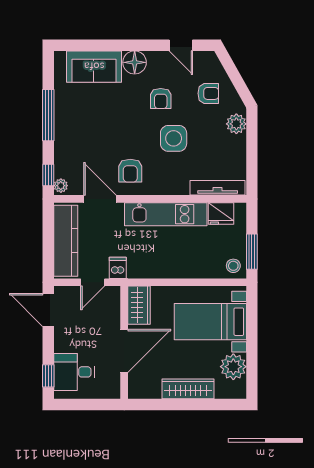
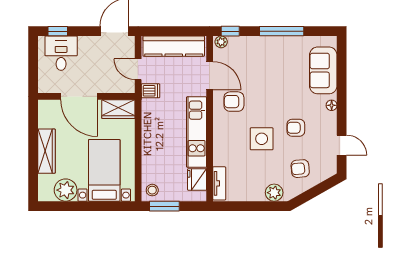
door: (181, 45) -> (342, 145), swing flipped
floor lamp: (135, 62) -> (332, 105), width x0.53, depth x0.53
armchair: (208, 93) -> (300, 169), turned 85
tv unit: (218, 188) -> (219, 183), width x0.71
door: (100, 199) -> (210, 76), hinge flipped

